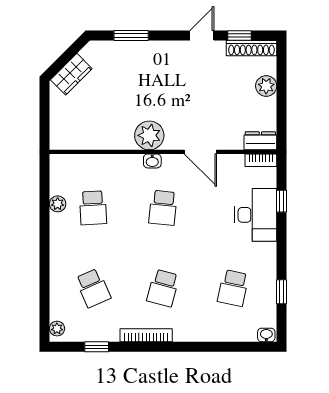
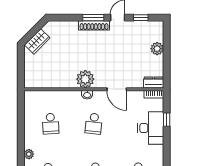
window: (131, 35) -> (93, 18), moved
shoe rack: (251, 48) -> (94, 25), moved
plant: (58, 204) -> (29, 154), moved

